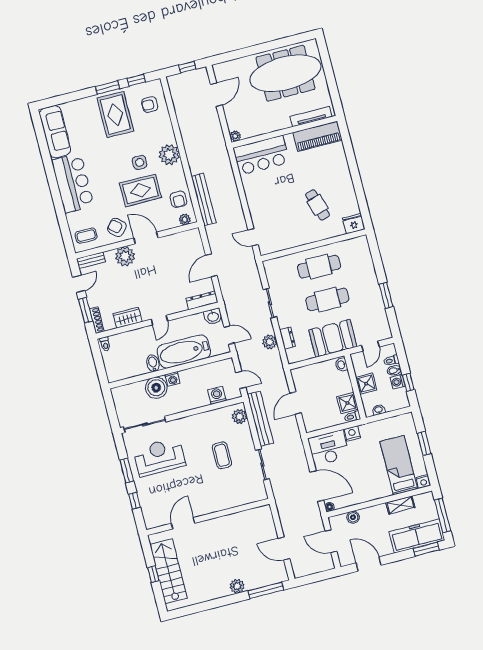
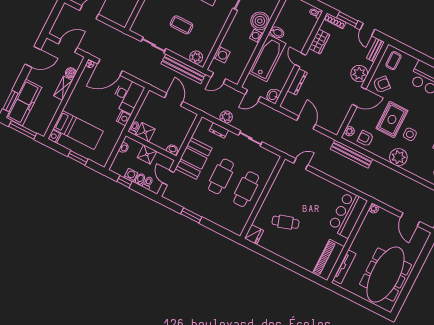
dresser: (202, 300) -> (297, 82), moved
shelving: (400, 505) -> (63, 88), moved

